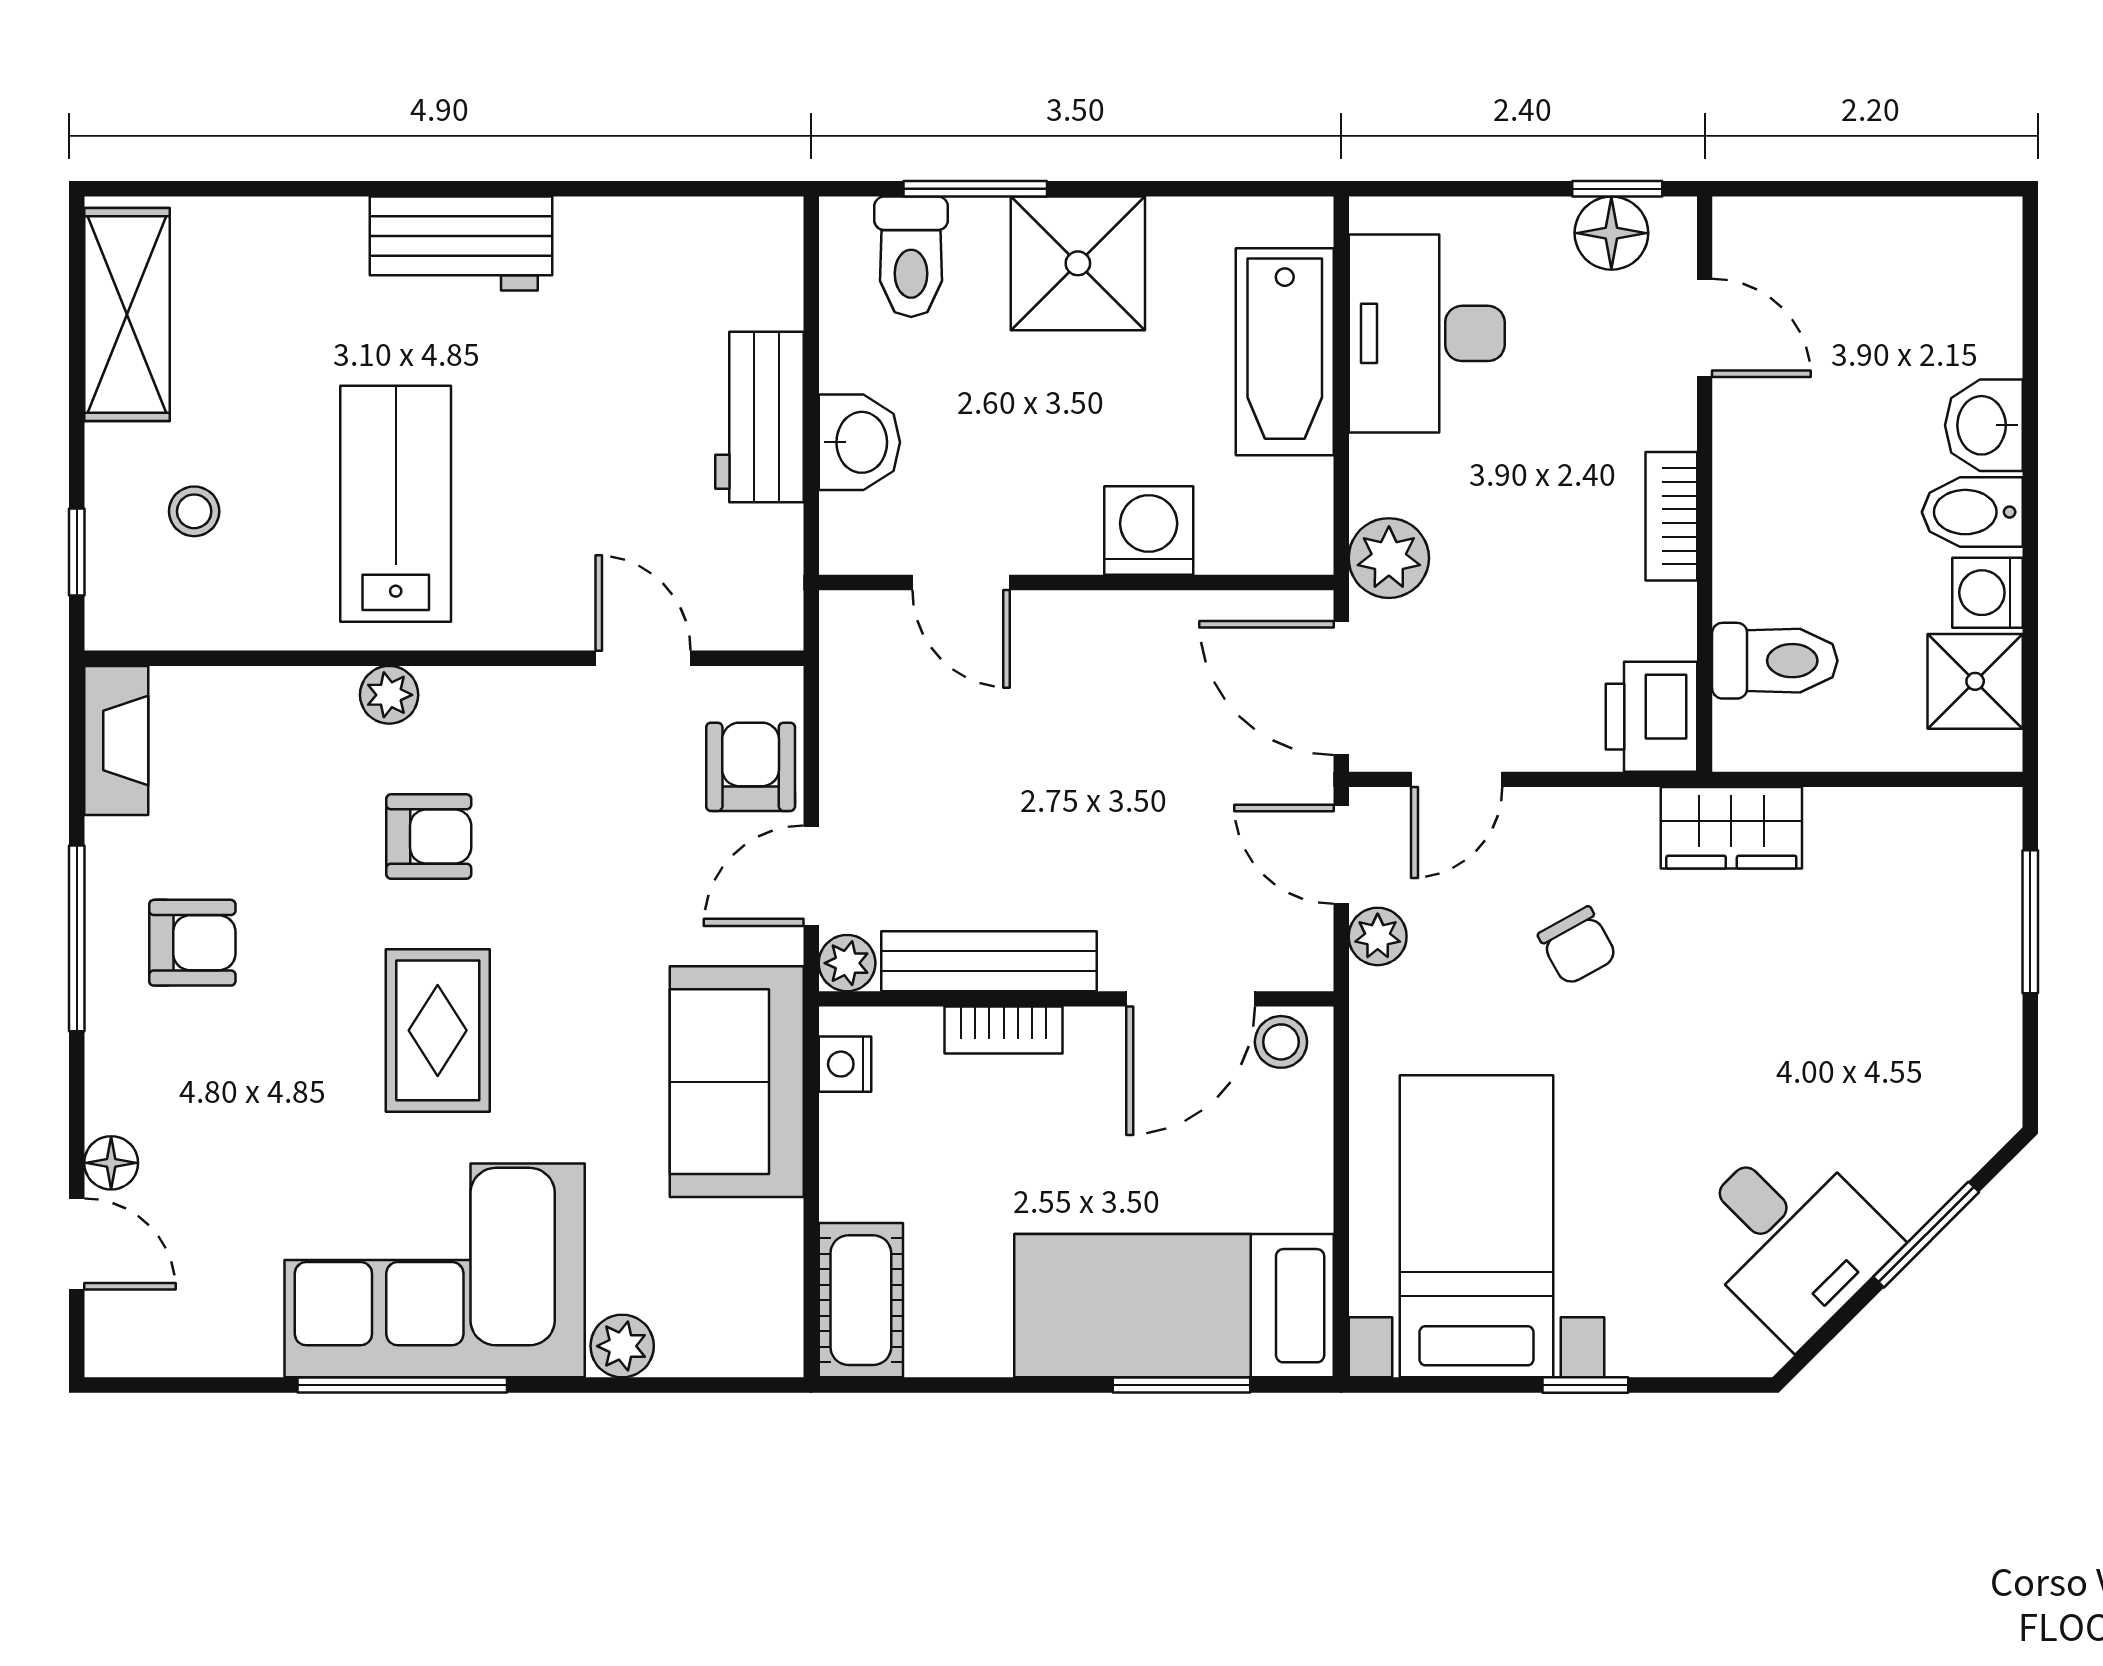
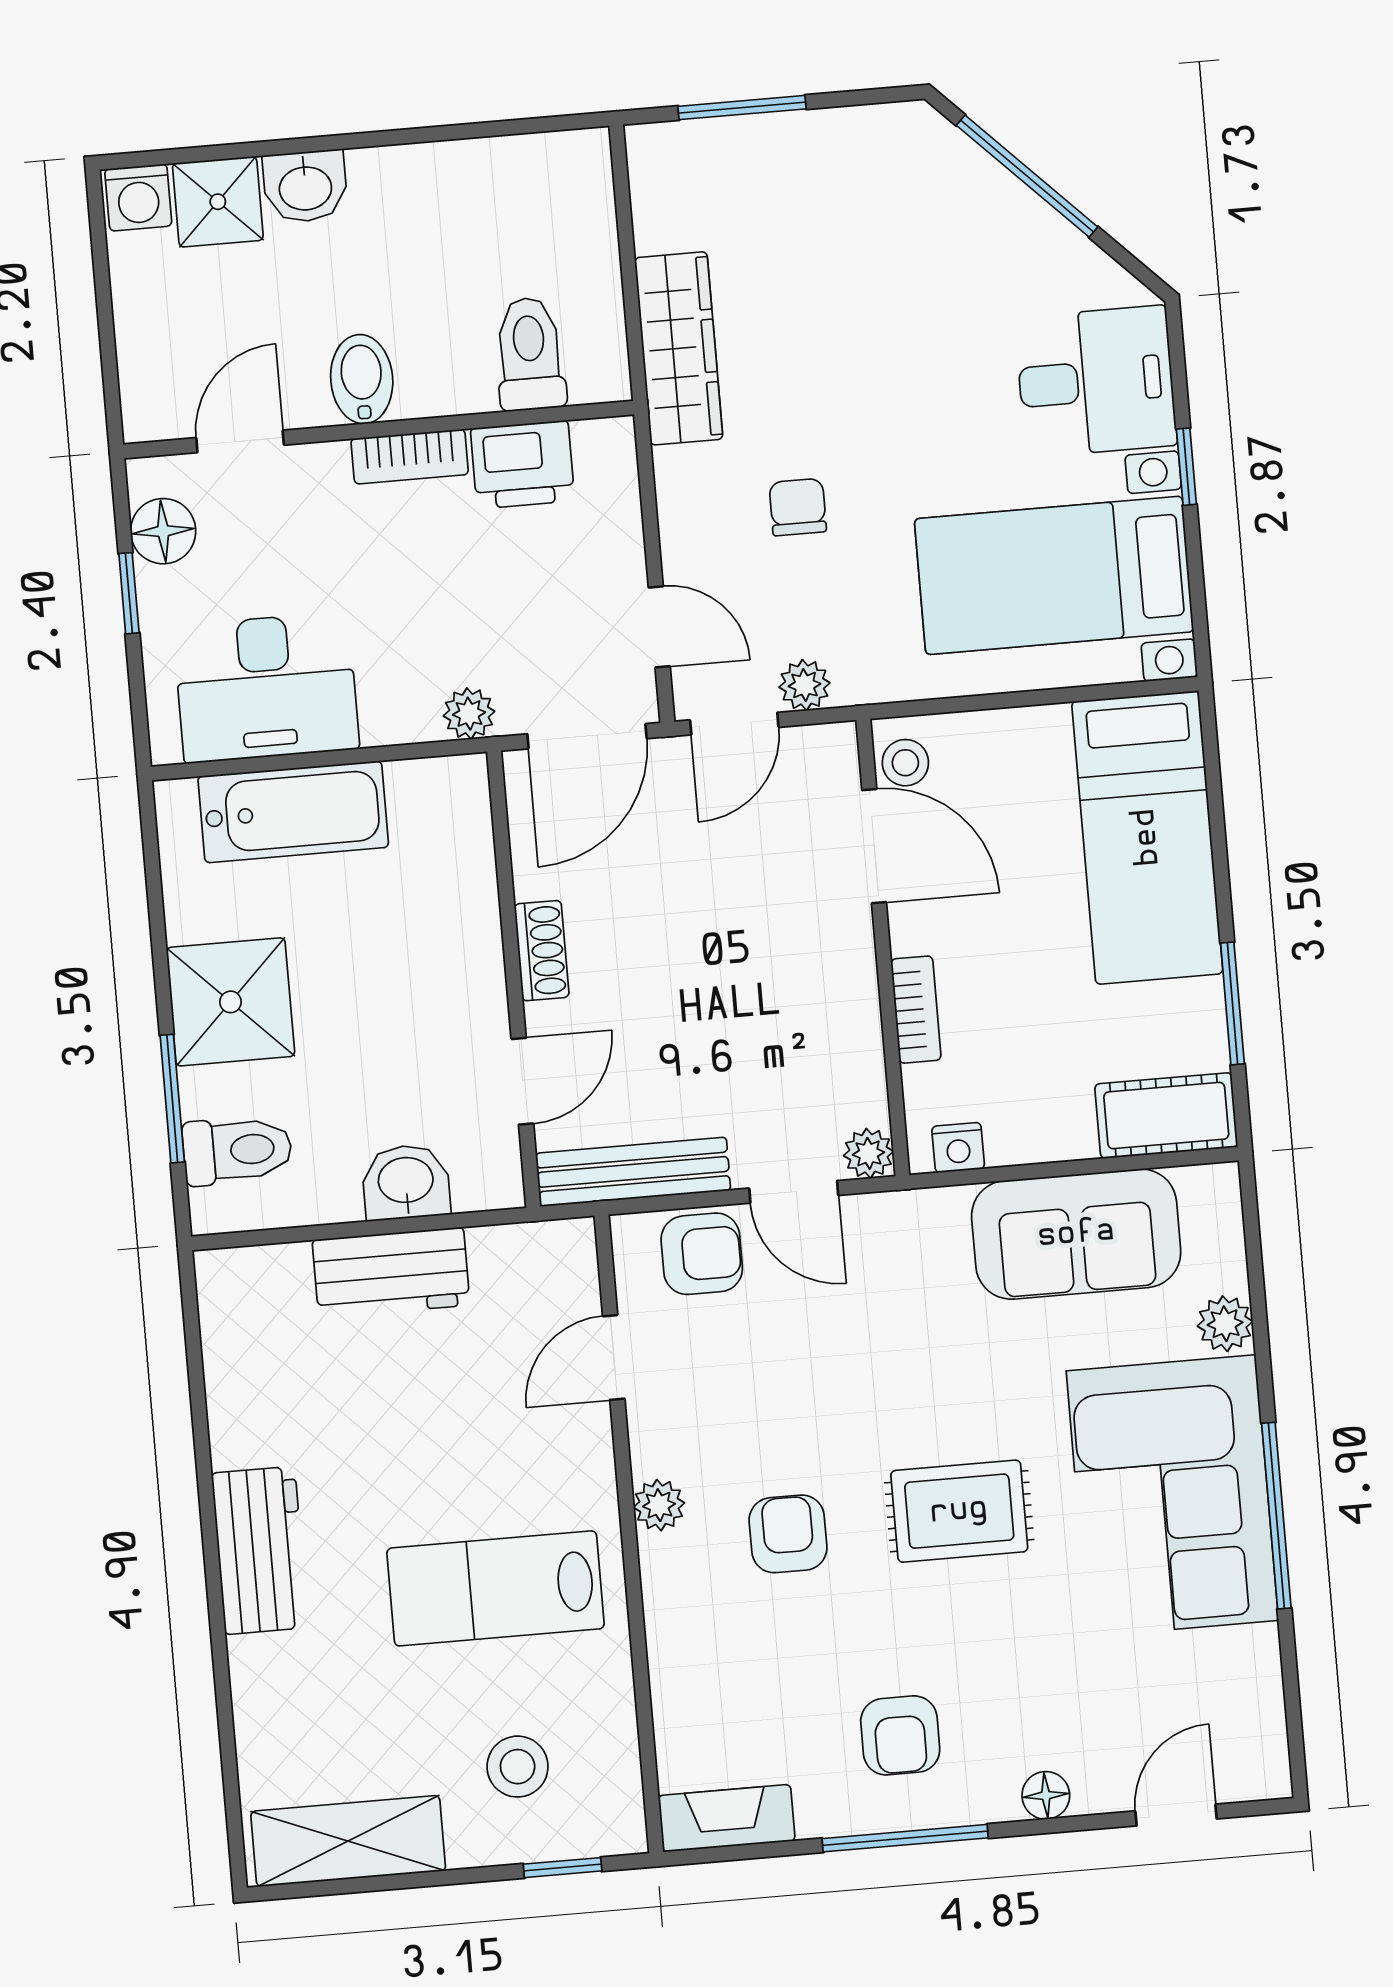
window: (1617, 189) -> (129, 593), moved
stool: (194, 511) -> (518, 1767), width x1.37, depth x1.37
bidet: (1972, 512) -> (362, 379), moved, turned 180
washing machine: (1149, 531) -> (462, 919), removed
plant: (1389, 558) -> (469, 714), width x0.73, depth x0.73
washing machine: (1988, 593) -> (138, 197), moved
shoe rack: (1105, 617) -> (542, 951), added
shower: (1975, 681) -> (218, 202), moved
plant: (389, 695) -> (659, 1505), moved
printer: (1651, 717) -> (522, 465), moved
armchair: (751, 767) -> (702, 1254), turned 180
wardrobe: (1731, 828) -> (679, 348), width x1.50
armchair: (192, 943) -> (900, 1735), turned 180
chair: (1578, 946) -> (798, 507), turned -61
bench: (989, 961) -> (633, 1172), moved, turned 90
sofa: (737, 1082) -> (1076, 1234), moved
floor lamp: (111, 1163) -> (1046, 1795), moved
window: (1926, 1235) -> (1027, 176), width x1.44
desk: (1791, 1238) -> (1096, 381), moved, turned 45
window: (1182, 1385) -> (1232, 1003), moved

